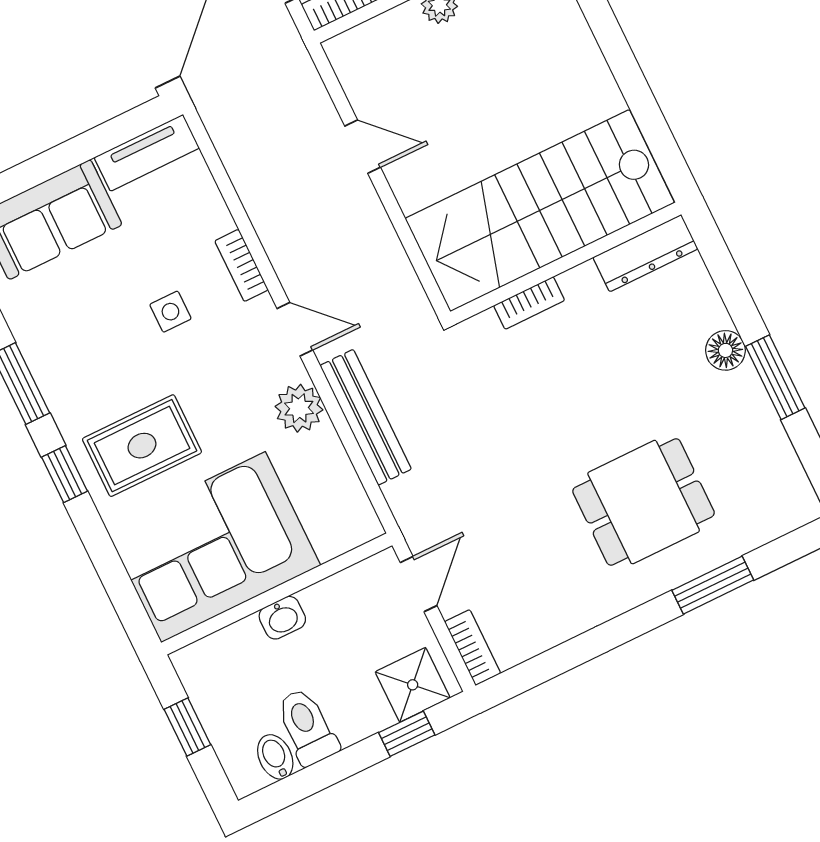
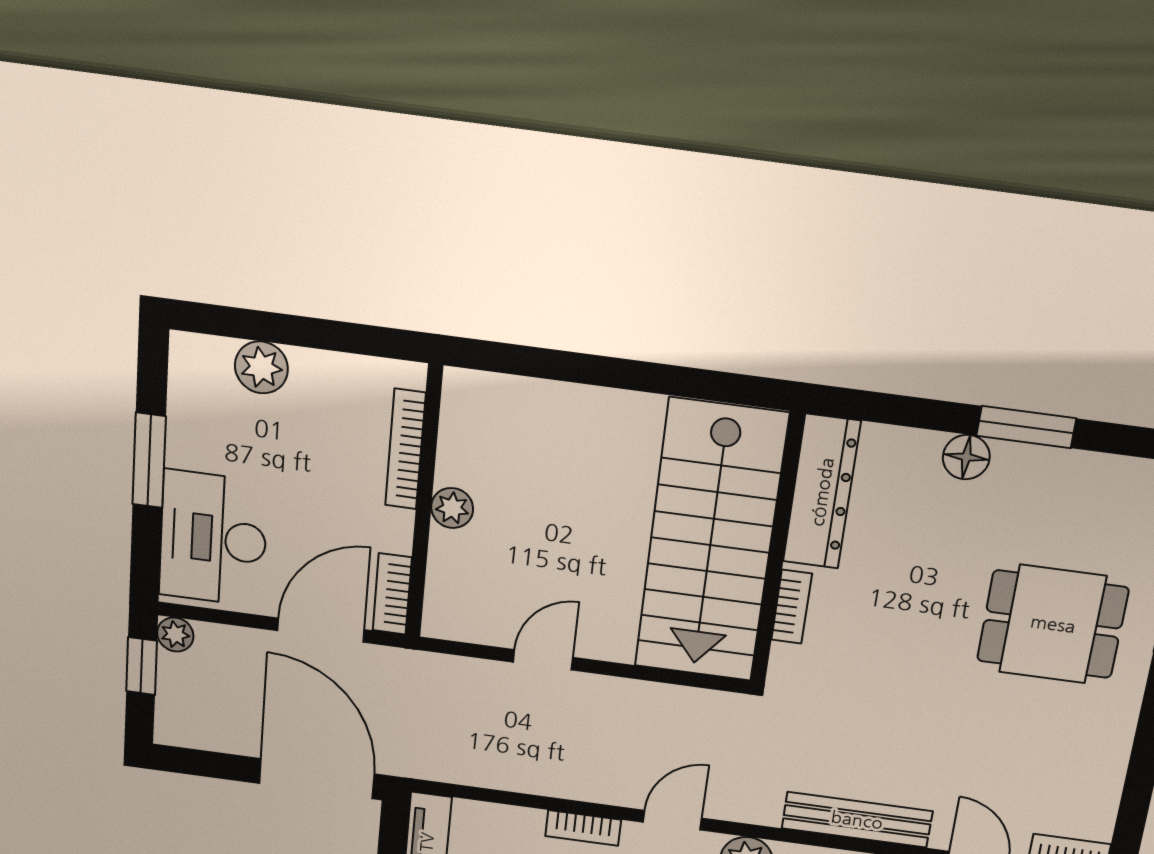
dresser: (645, 253) -> (822, 492), width x1.37, depth x1.24
bench: (366, 417) -> (857, 820), moved
dining table: (644, 502) -> (1053, 624), turned 90

